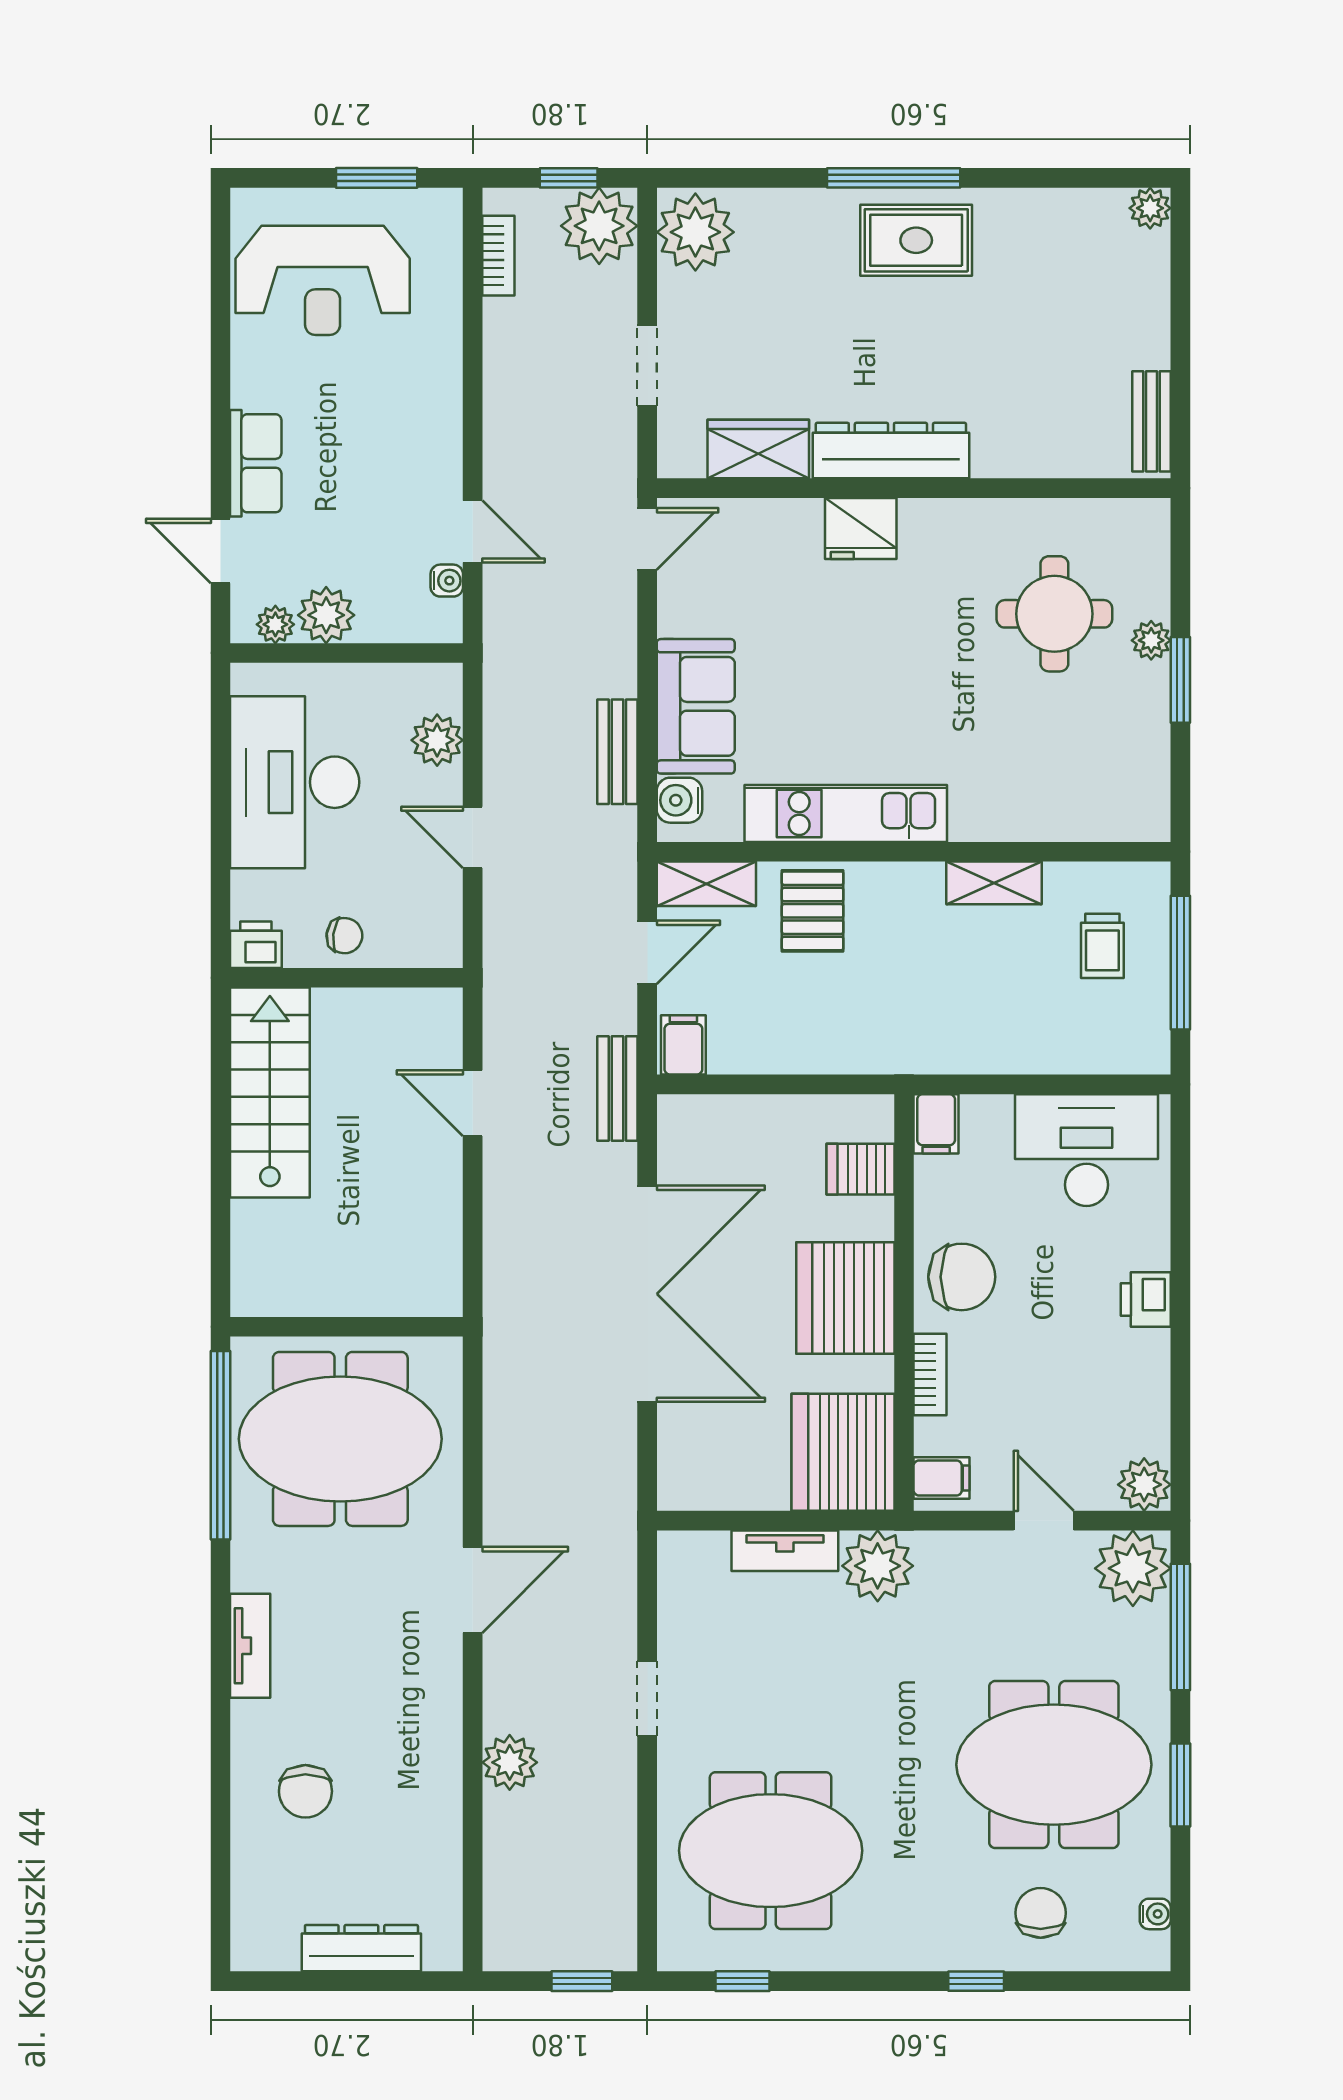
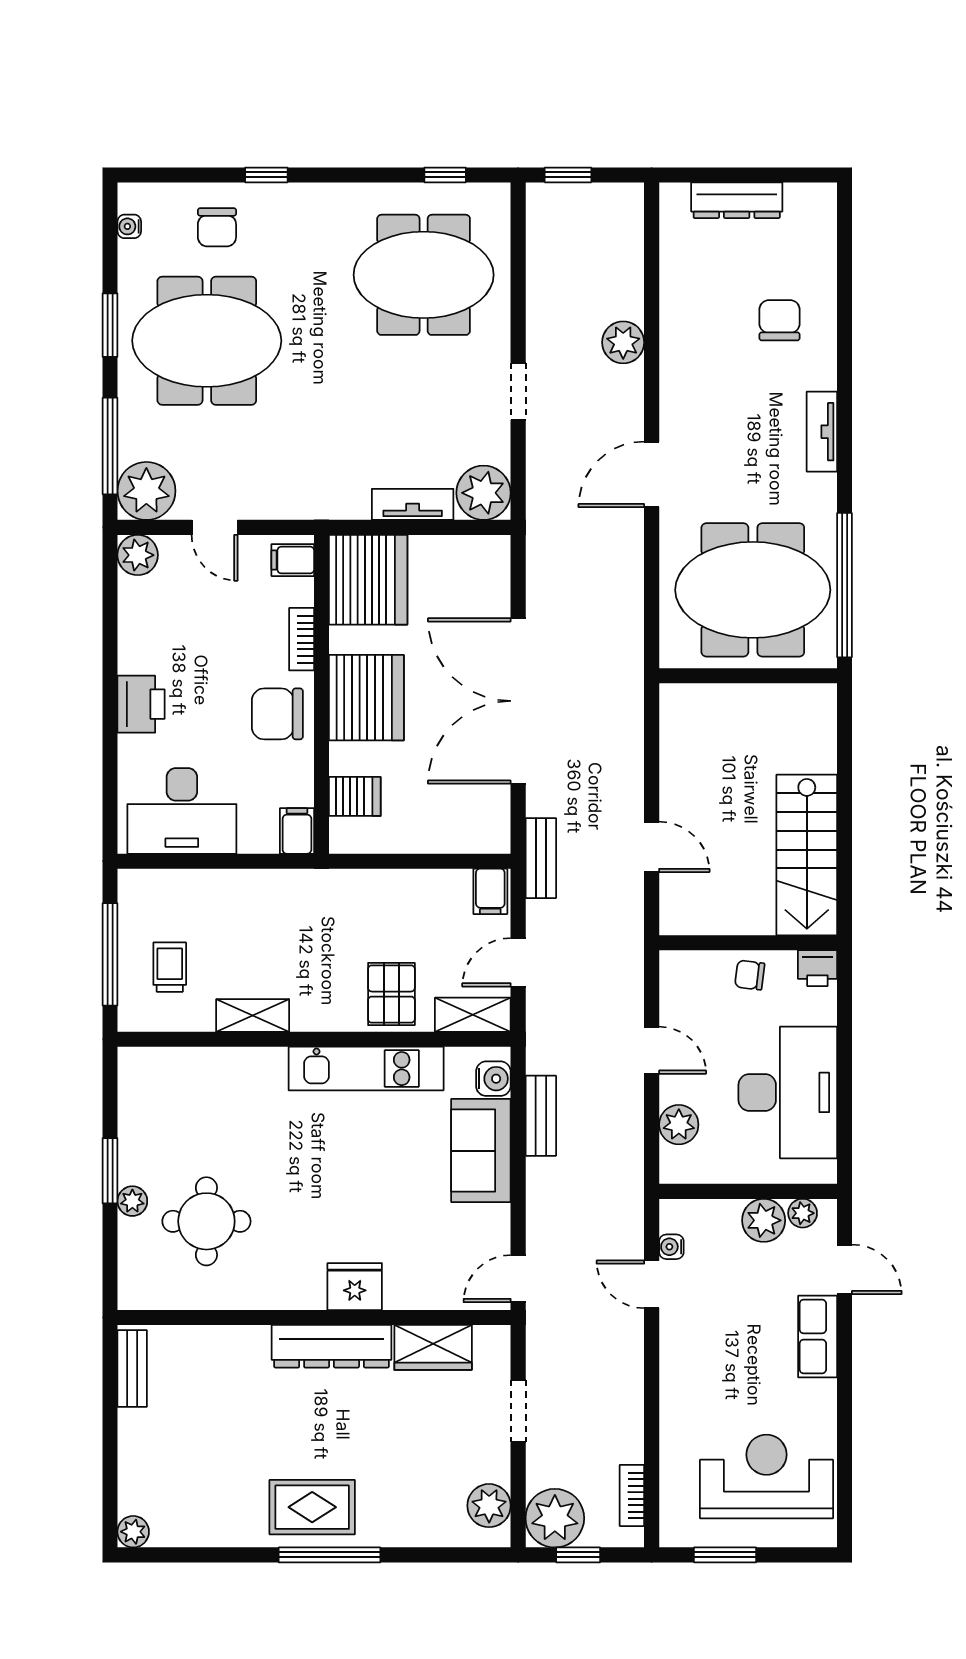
plant: (695, 232) -> (489, 1506), width x0.73, depth x0.73
printer: (1146, 1300) -> (141, 704), width x1.36, depth x1.24
plant: (878, 1566) -> (484, 493), moved

